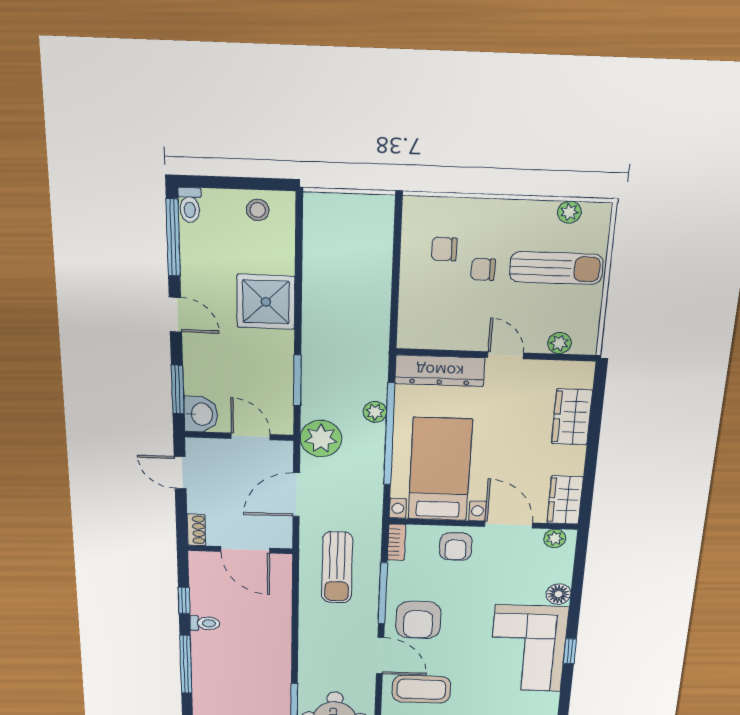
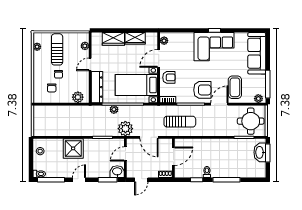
plant: (414, 320) -> (78, 97), added
wardrobe: (565, 500) -> (135, 38), moved
floor lamp: (558, 594) -> (189, 37), removed

